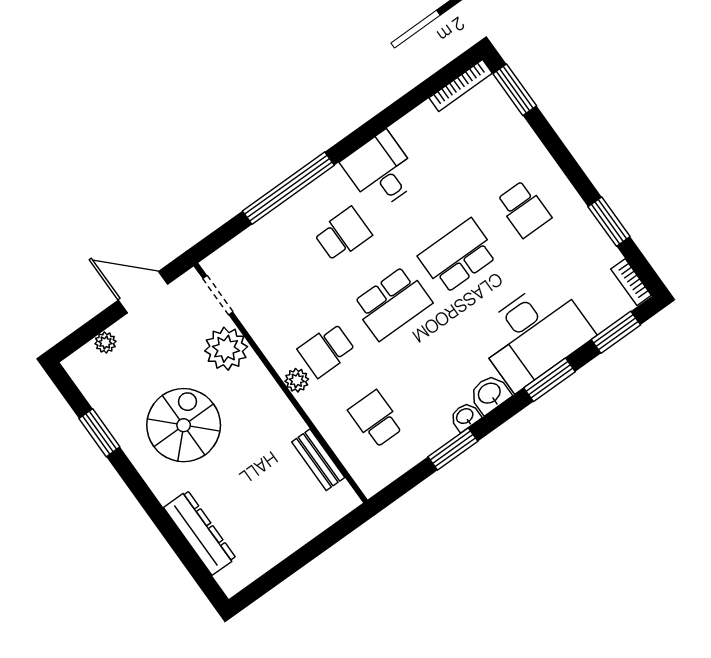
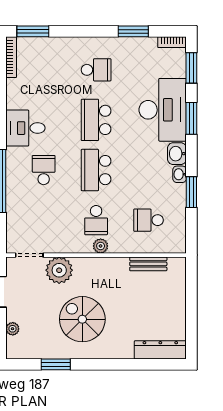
school desk: (392, 303) -> (96, 170), turned 180
dresser: (200, 533) -> (160, 350), moved

